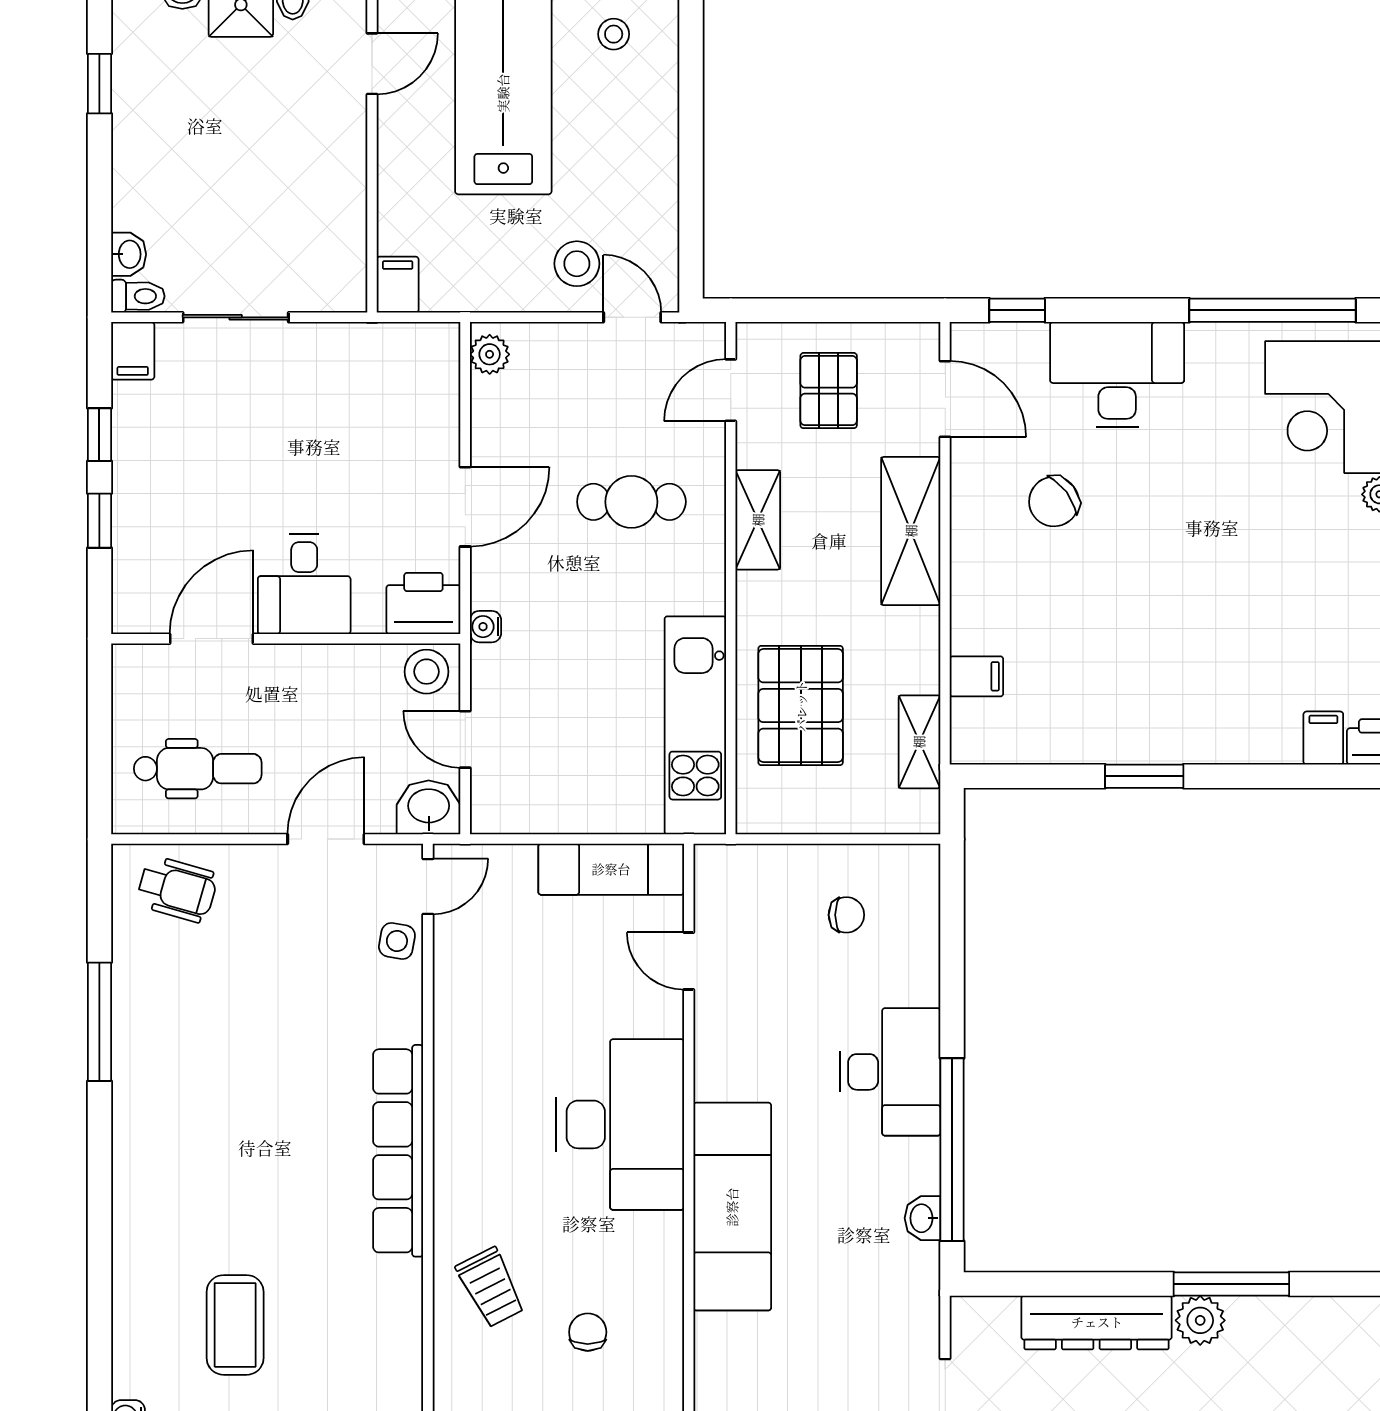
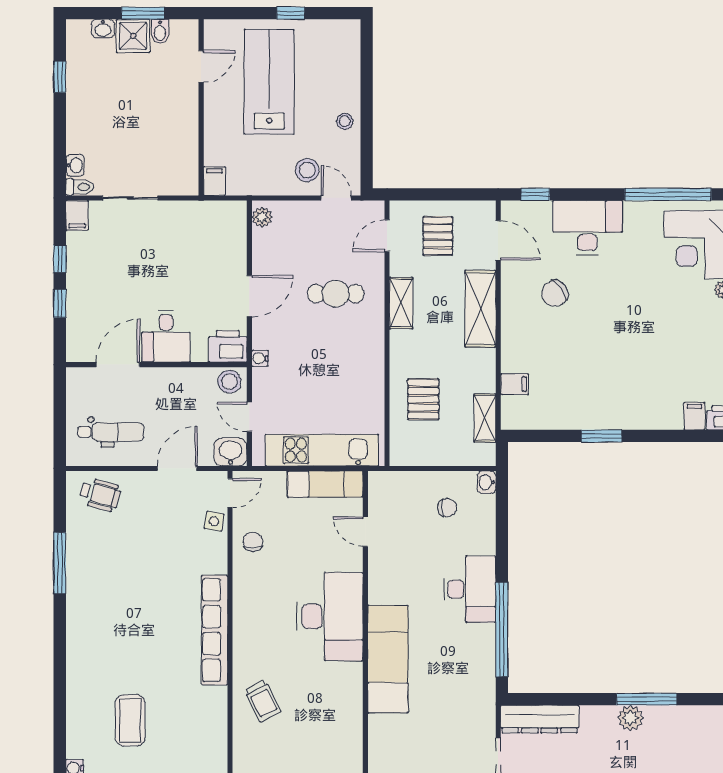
stool: (614, 34) -> (345, 121), moved
pallet: (801, 706) -> (423, 399), width x0.67, depth x0.71
kitchen unit: (695, 725) -> (322, 450), moved, turned 90
washbasin: (923, 1218) -> (487, 482), moved
dresser: (1097, 1322) -> (540, 719), moved
chair: (588, 1332) -> (253, 542), moved

